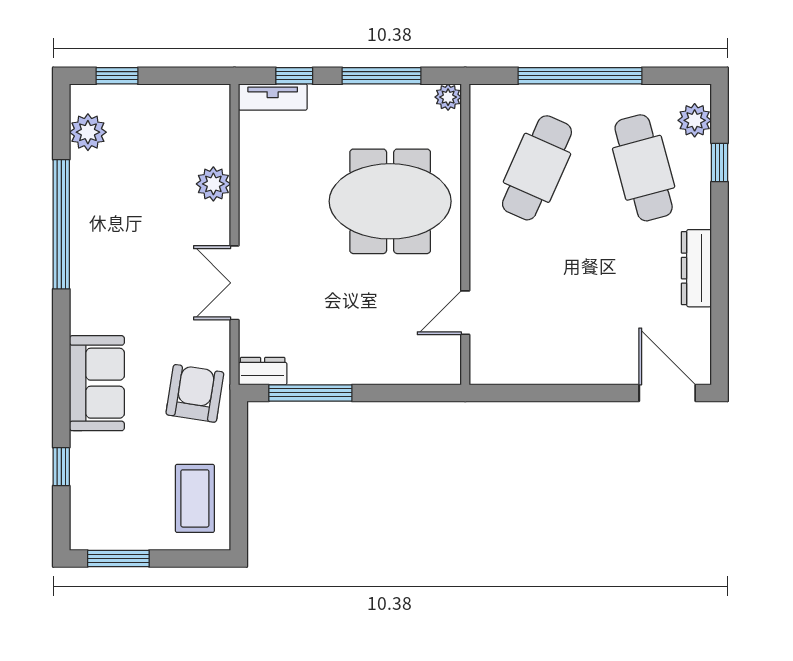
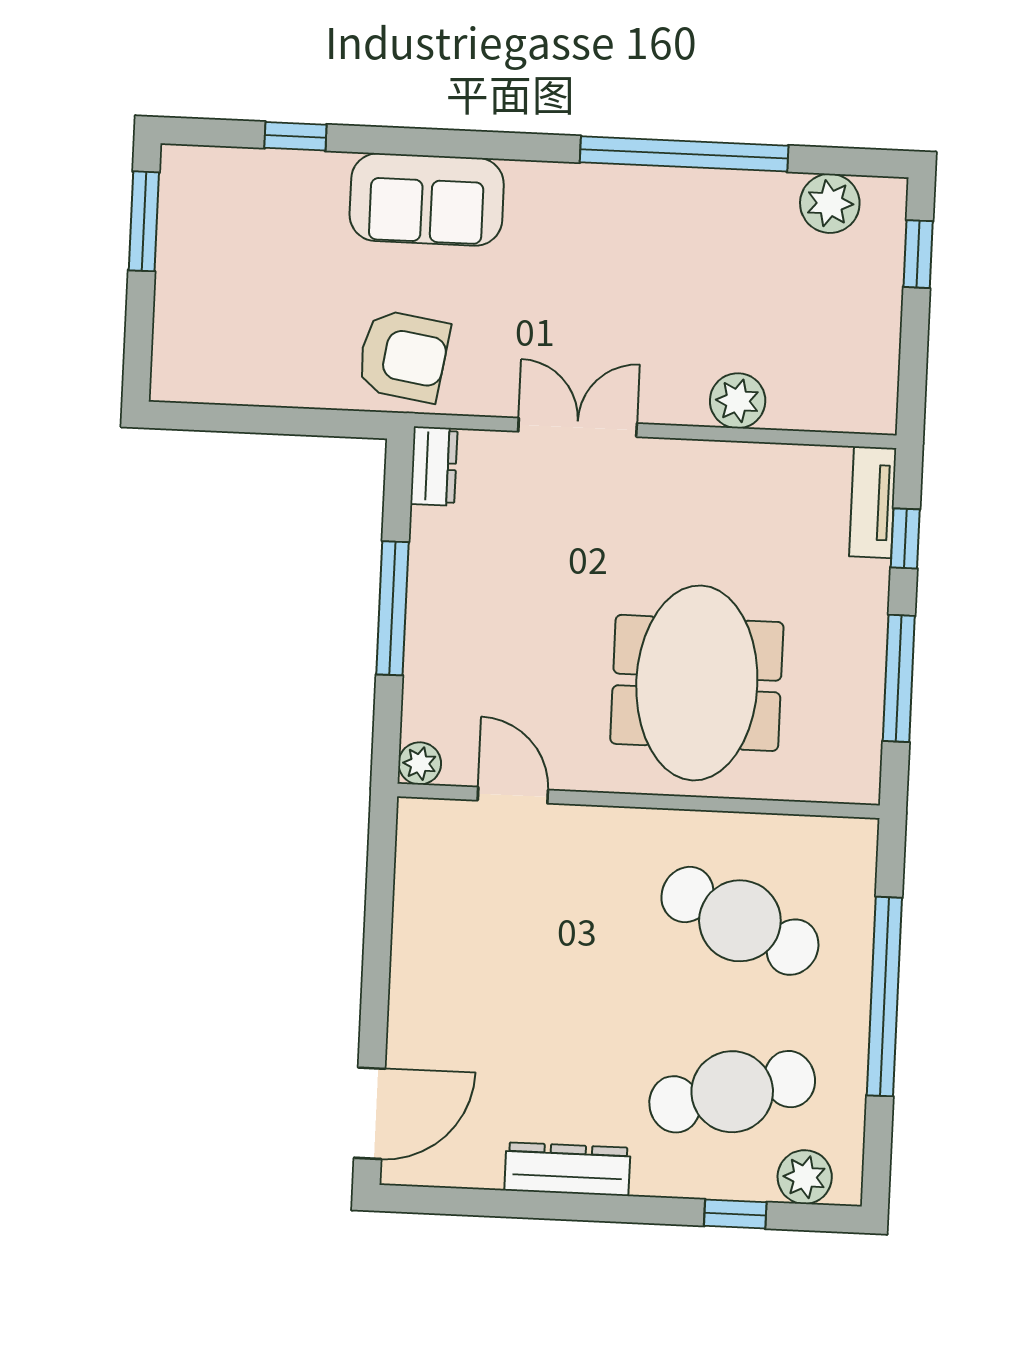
plant: (448, 97) -> (420, 763), moved
window: (310, 393) -> (392, 608), moved
coffee table: (195, 498) -> (235, 348), removed

